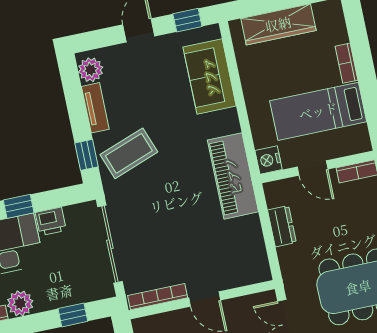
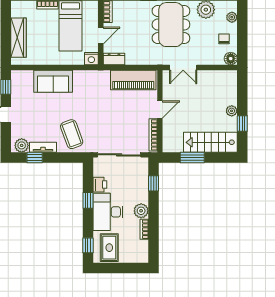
sofa: (210, 77) -> (53, 81), moved
window: (86, 155) -> (35, 157), moved
piano: (233, 176) -> (133, 80), moved
dresser: (282, 226) -> (114, 59), moved

